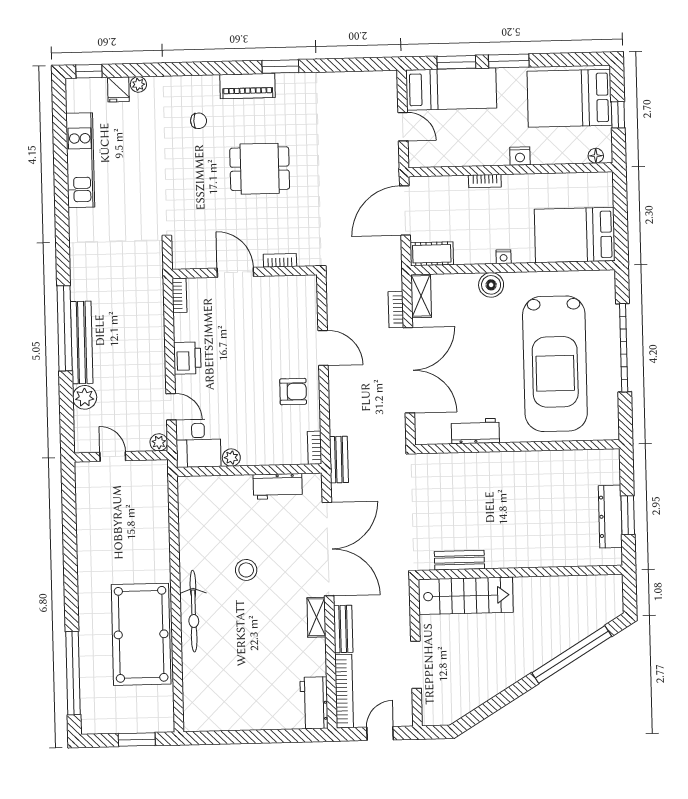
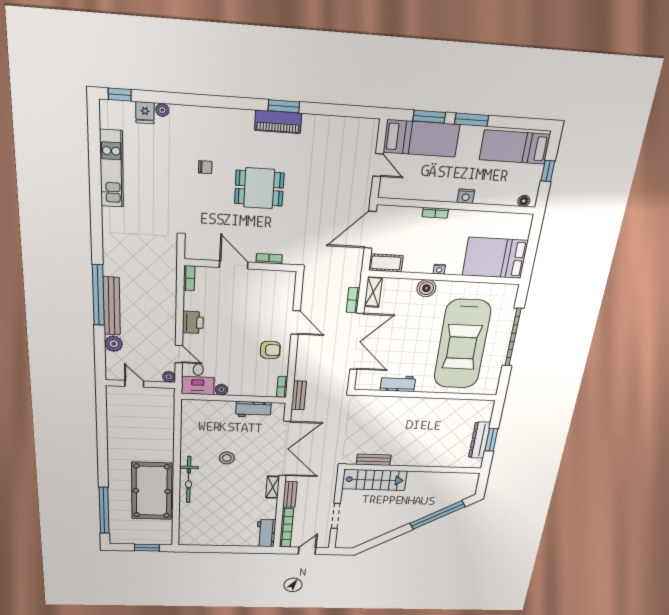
piano: (248, 86) -> (278, 122), moved
bed: (569, 98) -> (515, 147), width x0.67
chair: (199, 121) -> (205, 167), moved

